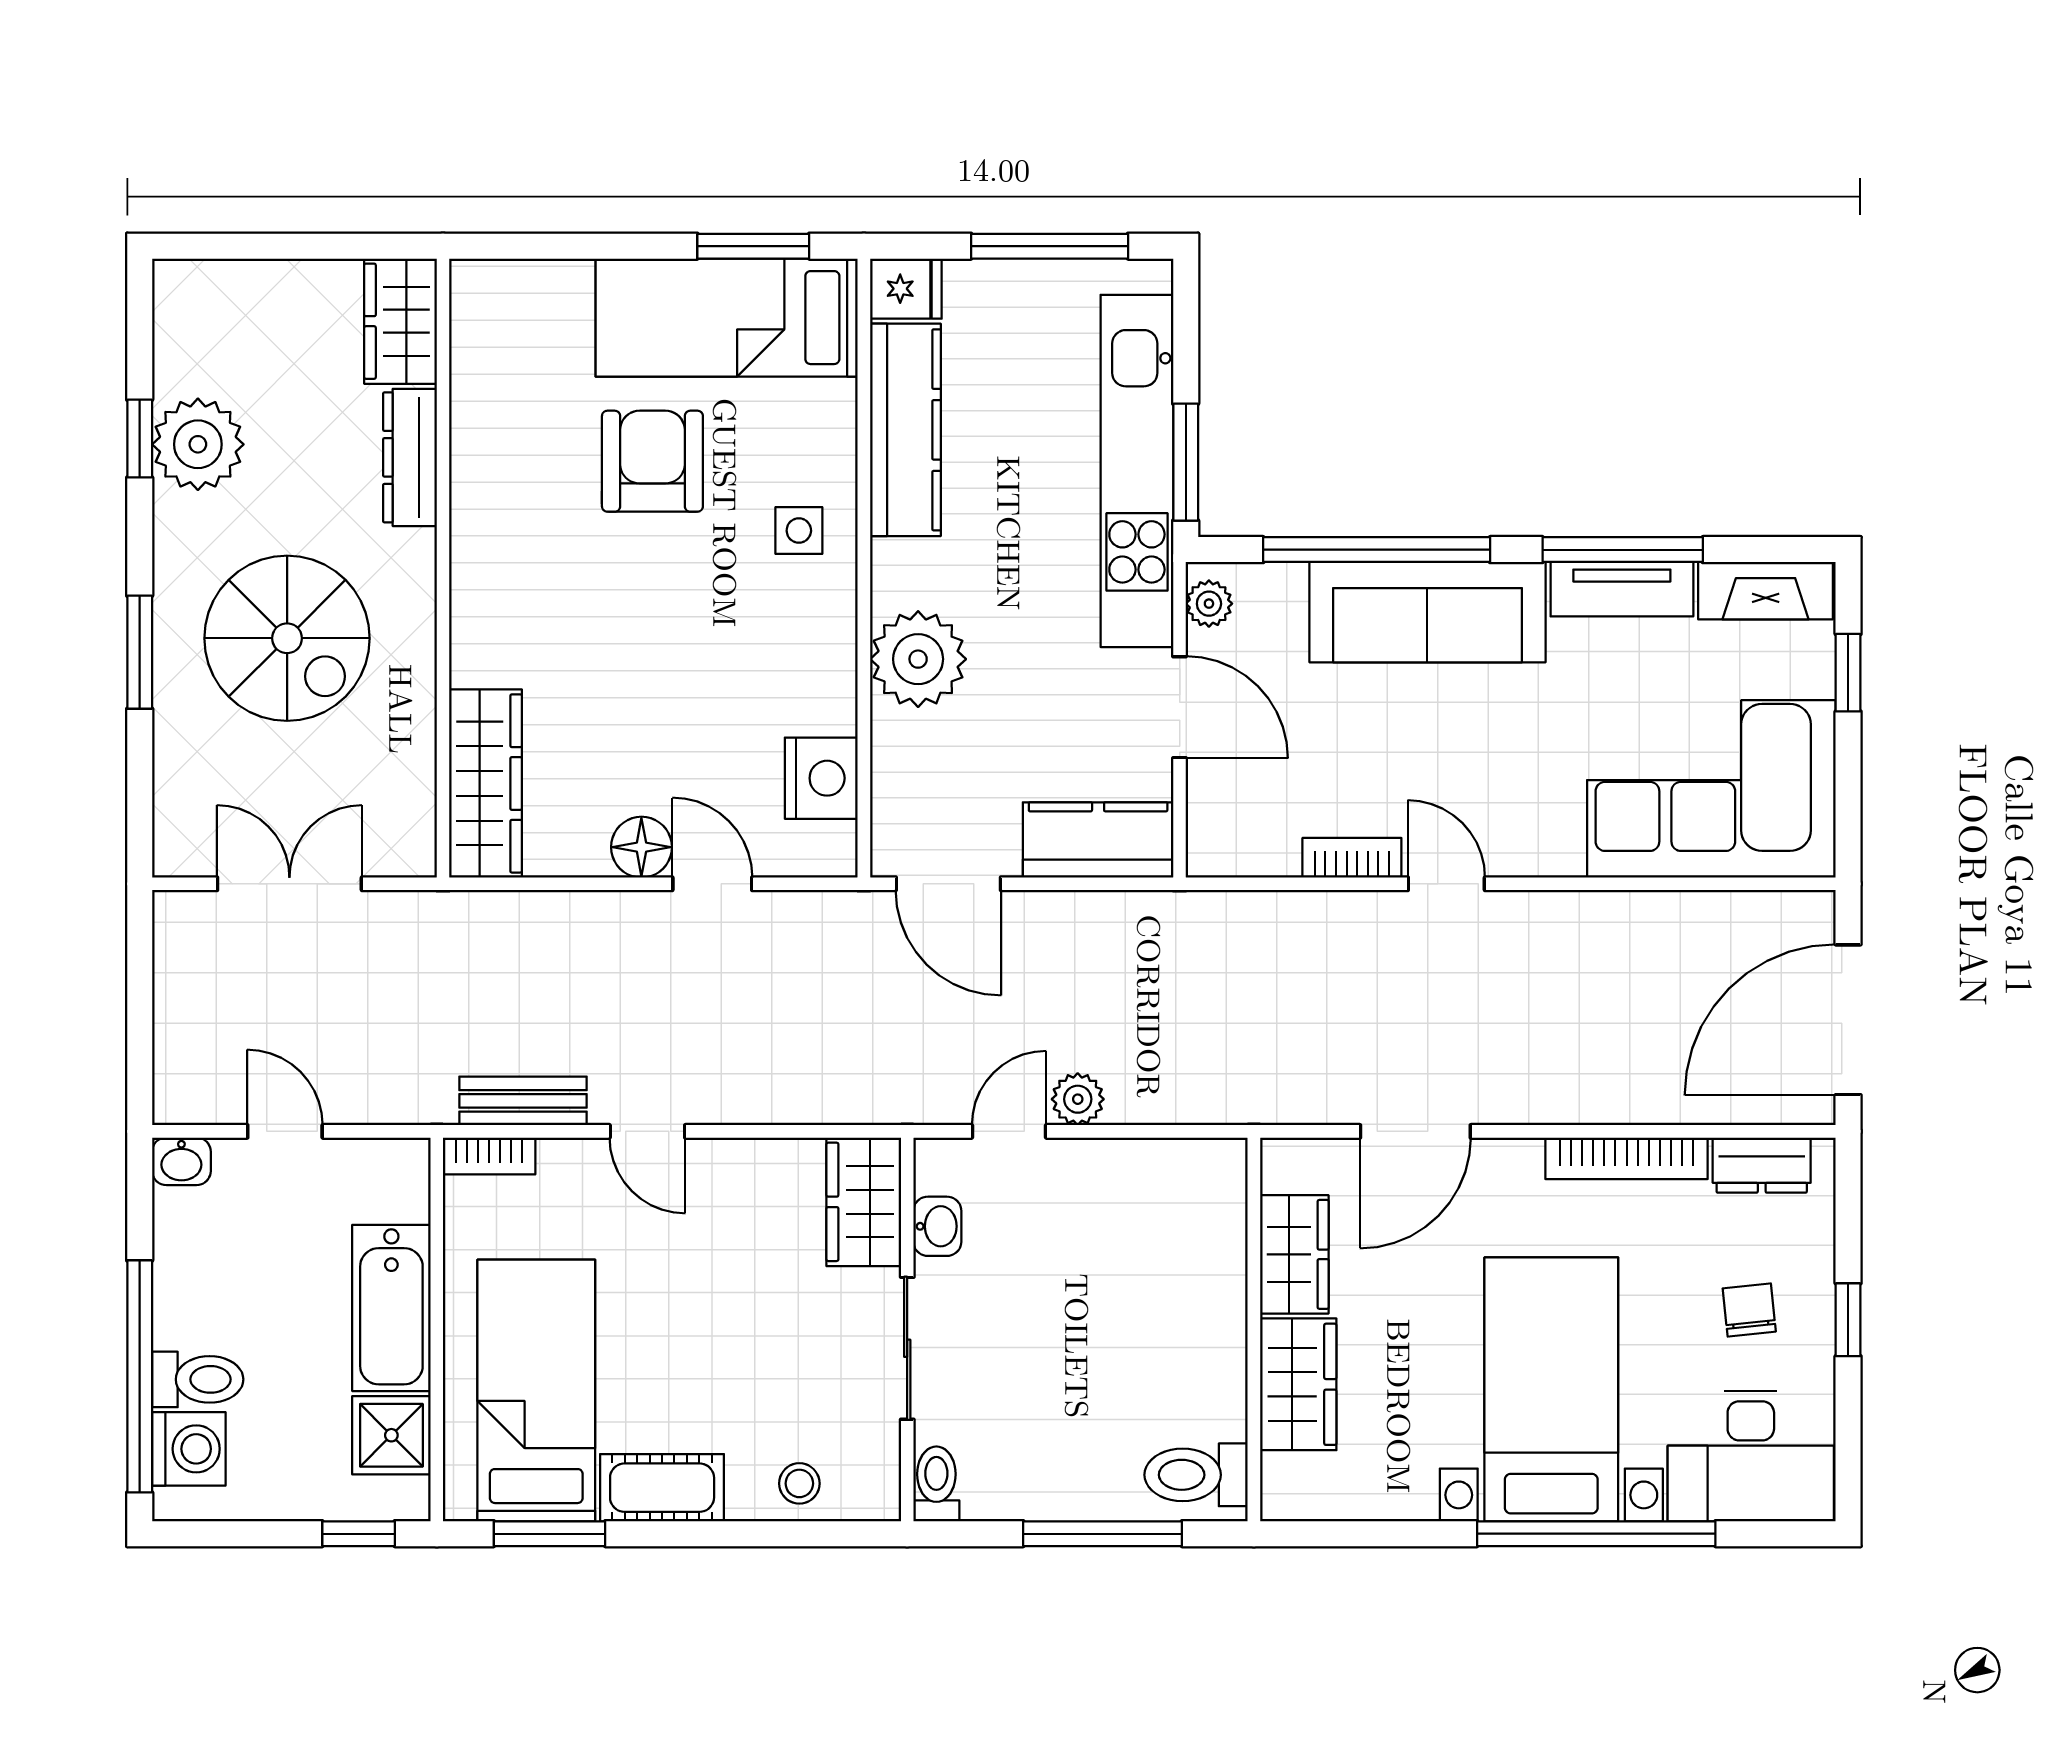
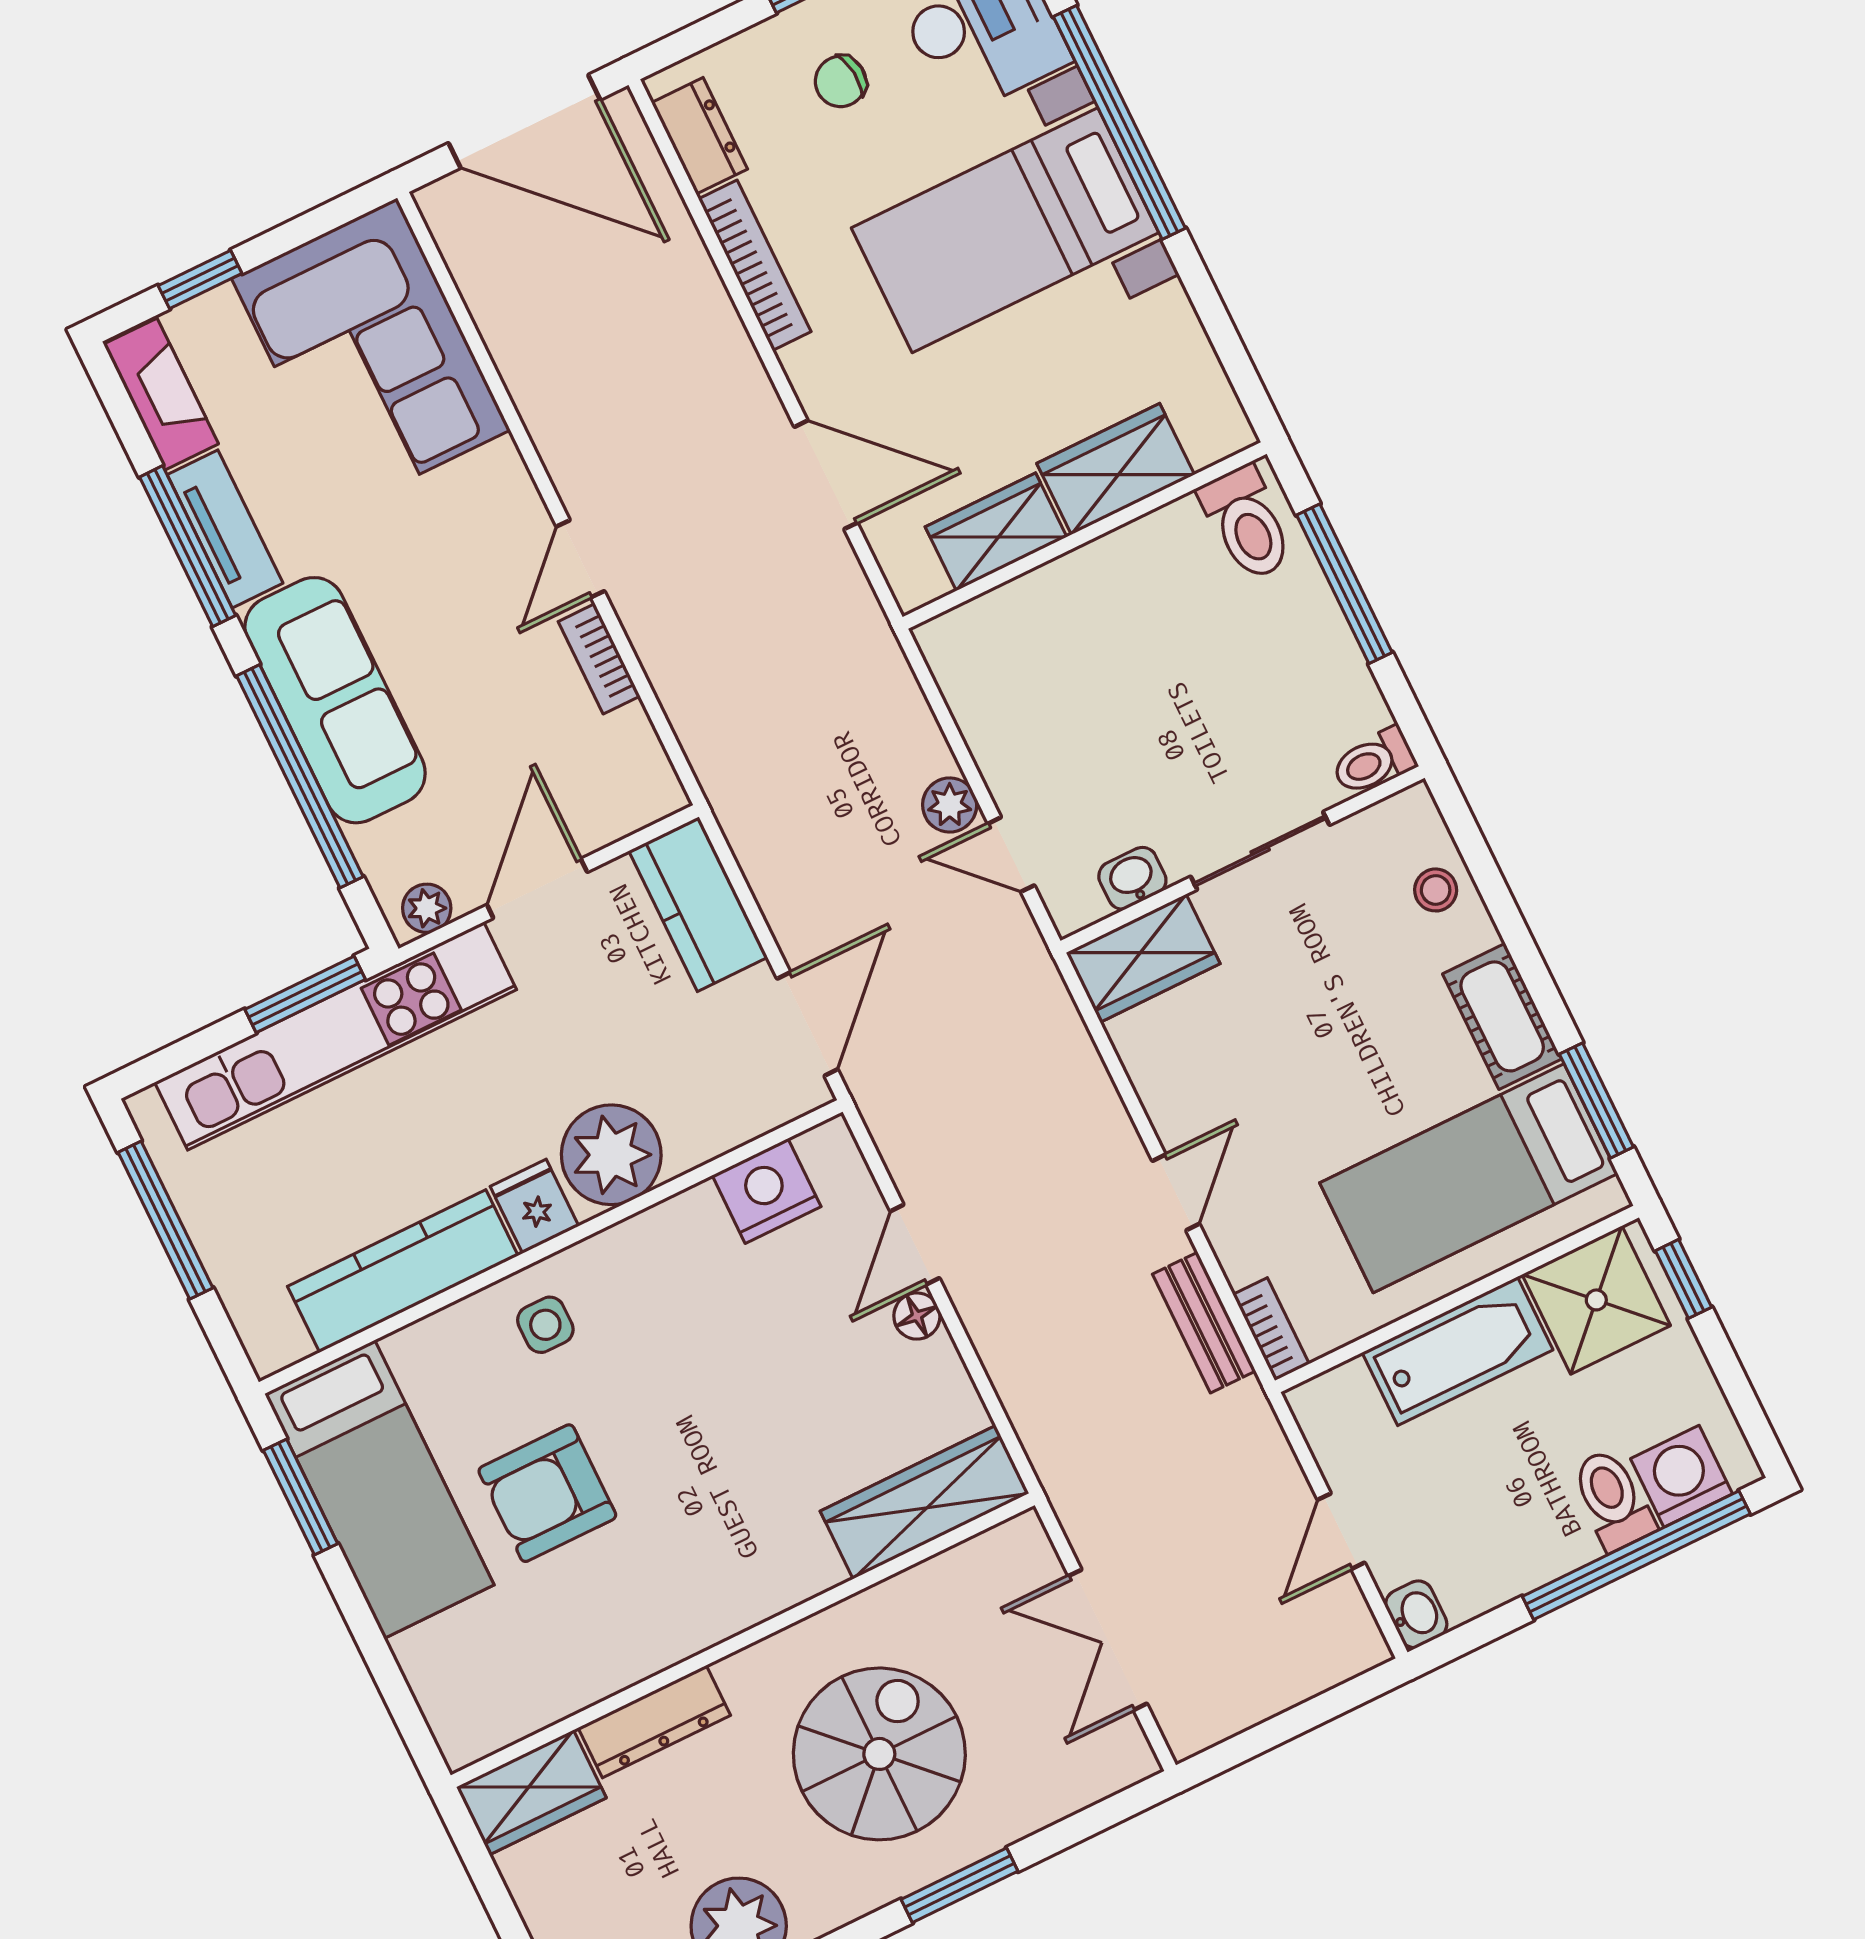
fridge: (906, 289) -> (534, 1206), moved
floor lamp: (641, 847) -> (917, 1316), width x0.73, depth x0.73
shower: (391, 1435) -> (1596, 1300), width x1.36, depth x1.36

